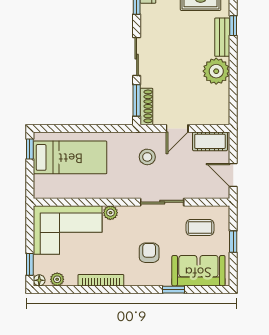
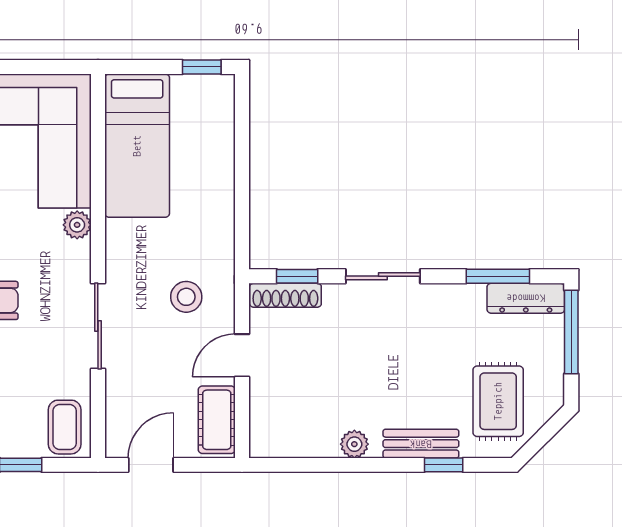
plant: (216, 71) -> (354, 444), width x0.53, depth x0.53
window: (137, 100) -> (297, 276), width x0.67
door: (177, 128) -> (242, 355), hinge flipped
bed: (70, 157) -> (137, 146), moved
coffee table: (200, 227) -> (65, 427), moved

